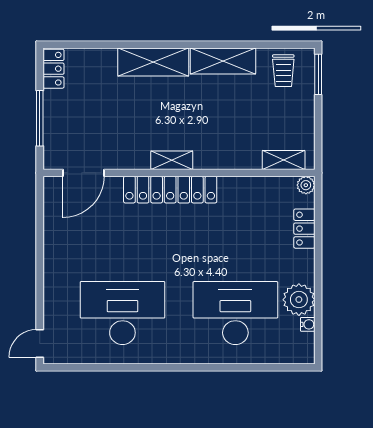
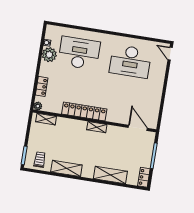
shelving: (153, 62) -> (110, 175), moved
door: (84, 173) -> (138, 128), hinge flipped
locker: (170, 190) -> (84, 111), moved
desk: (235, 313) -> (79, 53), turned 180
door: (40, 343) -> (170, 54), swing flipped

